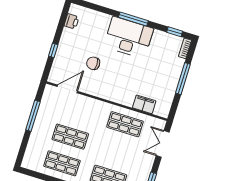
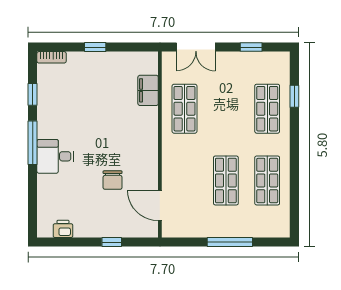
window: (175, 32) -> (33, 94), moved
desk: (129, 37) -> (55, 156), width x0.53, depth x0.77
window: (183, 79) -> (95, 47), width x0.46
window: (33, 116) -> (230, 242), moved

